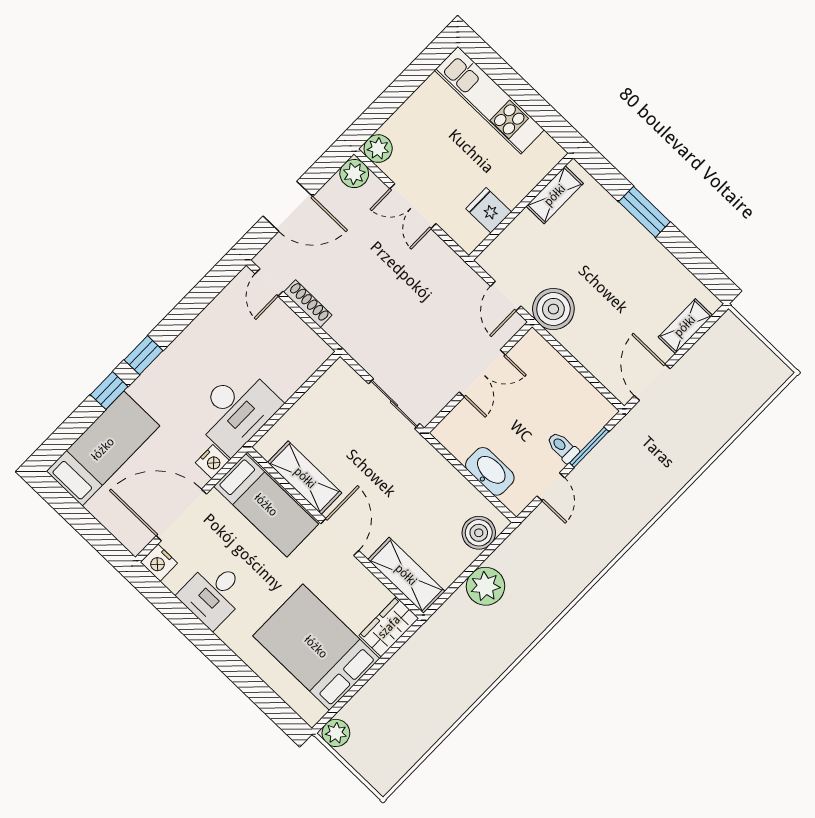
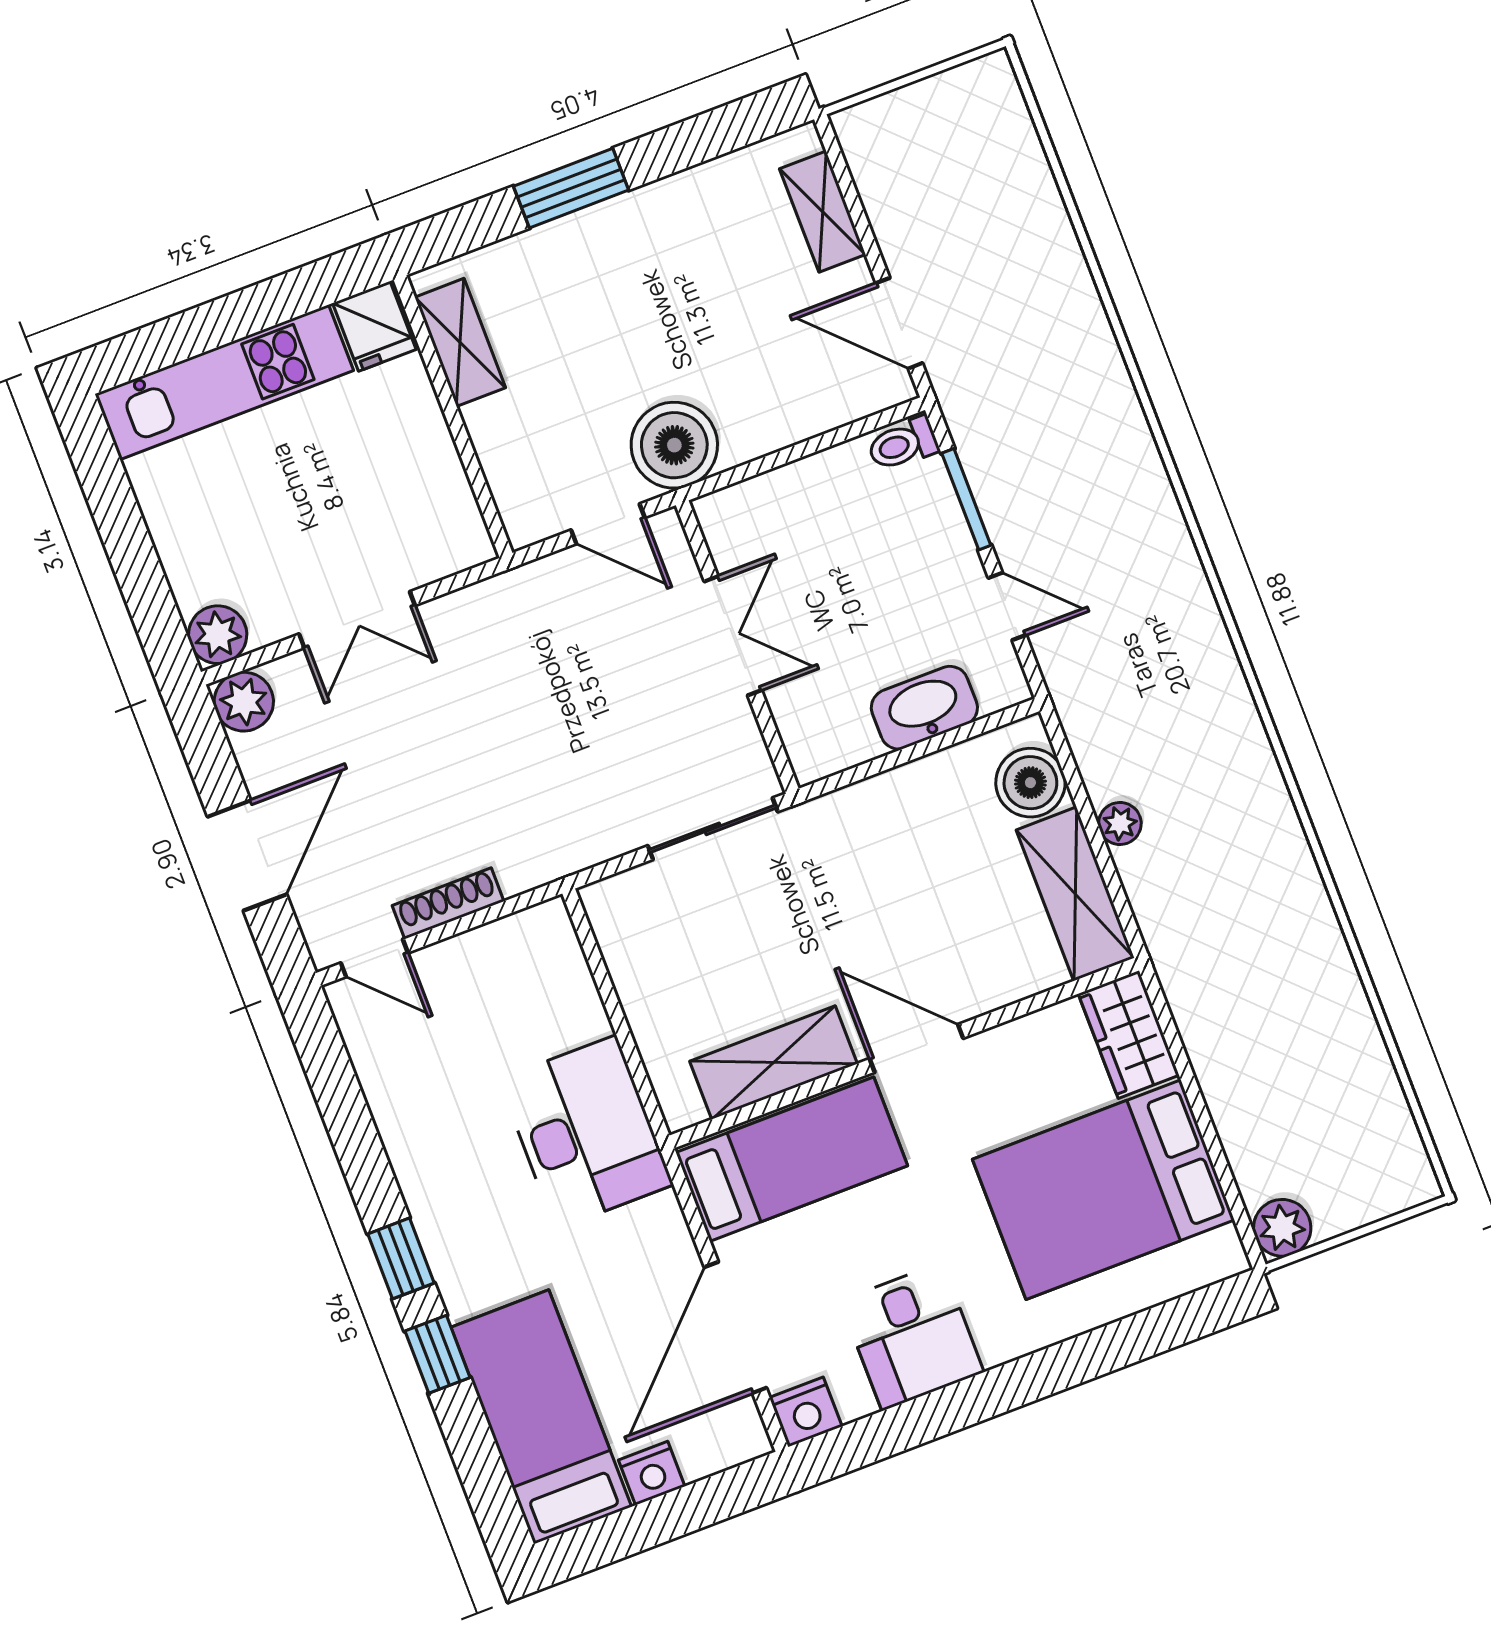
fridge: (489, 210) -> (374, 326), moved, turned -90
toilet: (563, 447) -> (903, 444), moved
nightstand: (212, 462) -> (652, 1473), moved, turned 90
shelving: (406, 575) -> (1075, 894), moved, turned 90
plant: (486, 586) -> (1120, 823), width x0.53, depth x0.53

